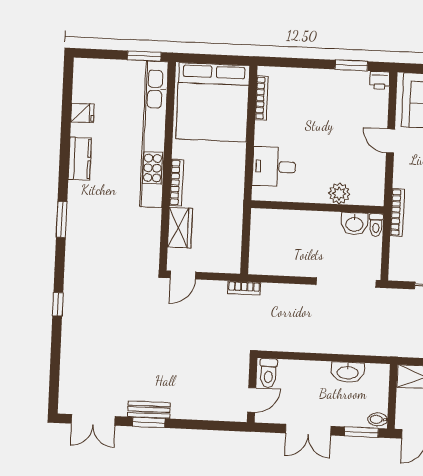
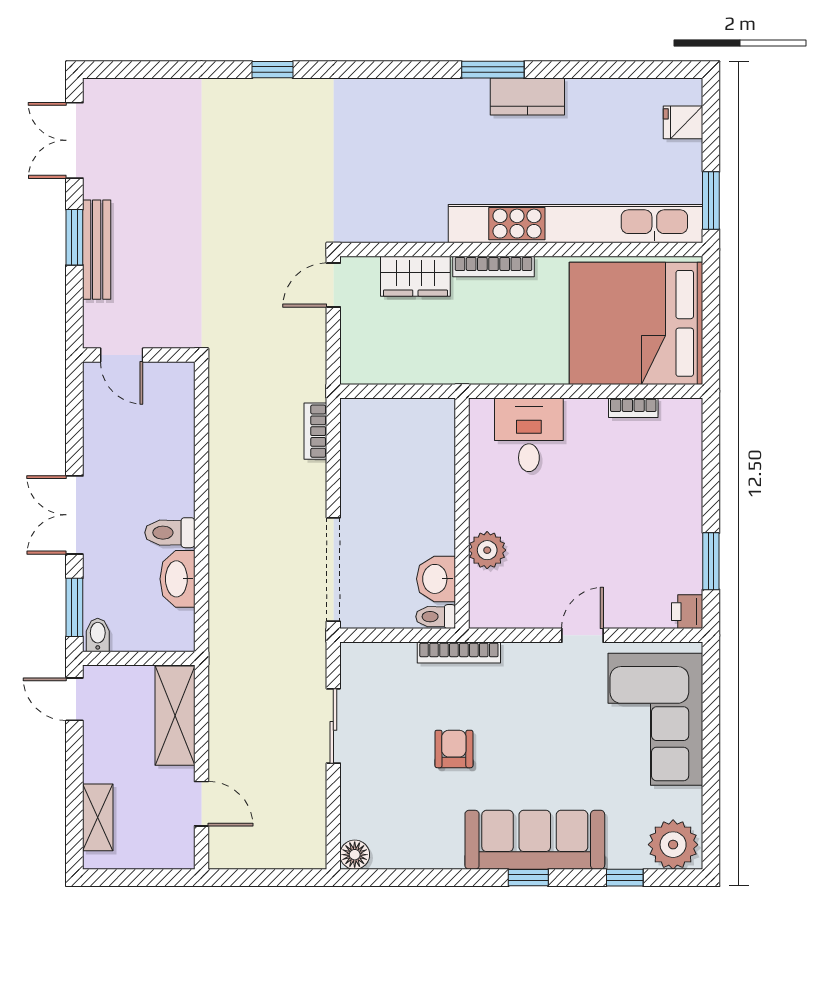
bookcase: (262, 98) -> (633, 408), width x0.64
fridge: (82, 113) -> (683, 122), moved, turned 90
window: (62, 219) -> (493, 70), moved
door: (183, 275) -> (333, 285), hinge flipped
bookcase: (244, 288) -> (315, 431), moved
toilet: (268, 373) -> (170, 533), moved
wall: (252, 390) -> (139, 355), moved
door: (252, 400) -> (122, 355), moved
bench: (149, 410) -> (97, 250), width x1.36

